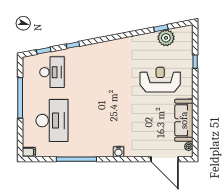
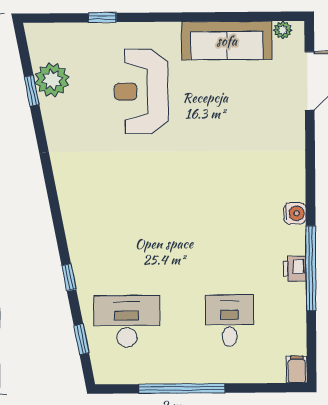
desk: (52, 121) -> (230, 321), width x0.53, depth x0.77
printer: (76, 151) -> (295, 269), added
water cooler: (118, 152) -> (295, 213), moved

